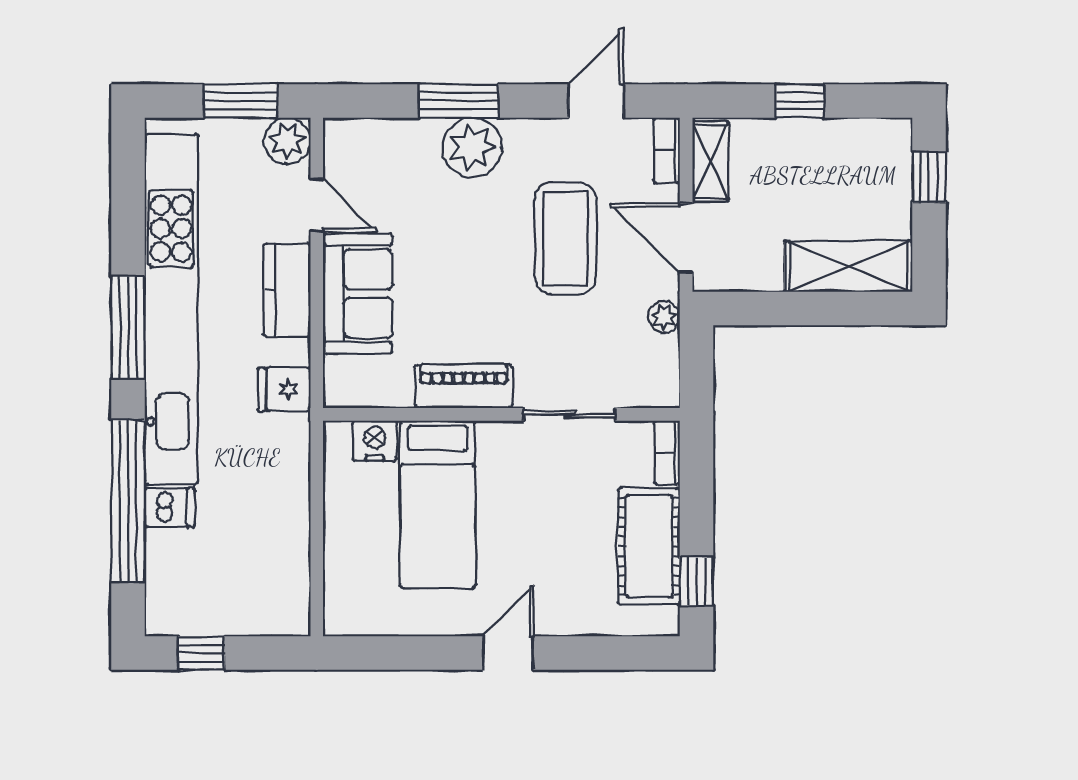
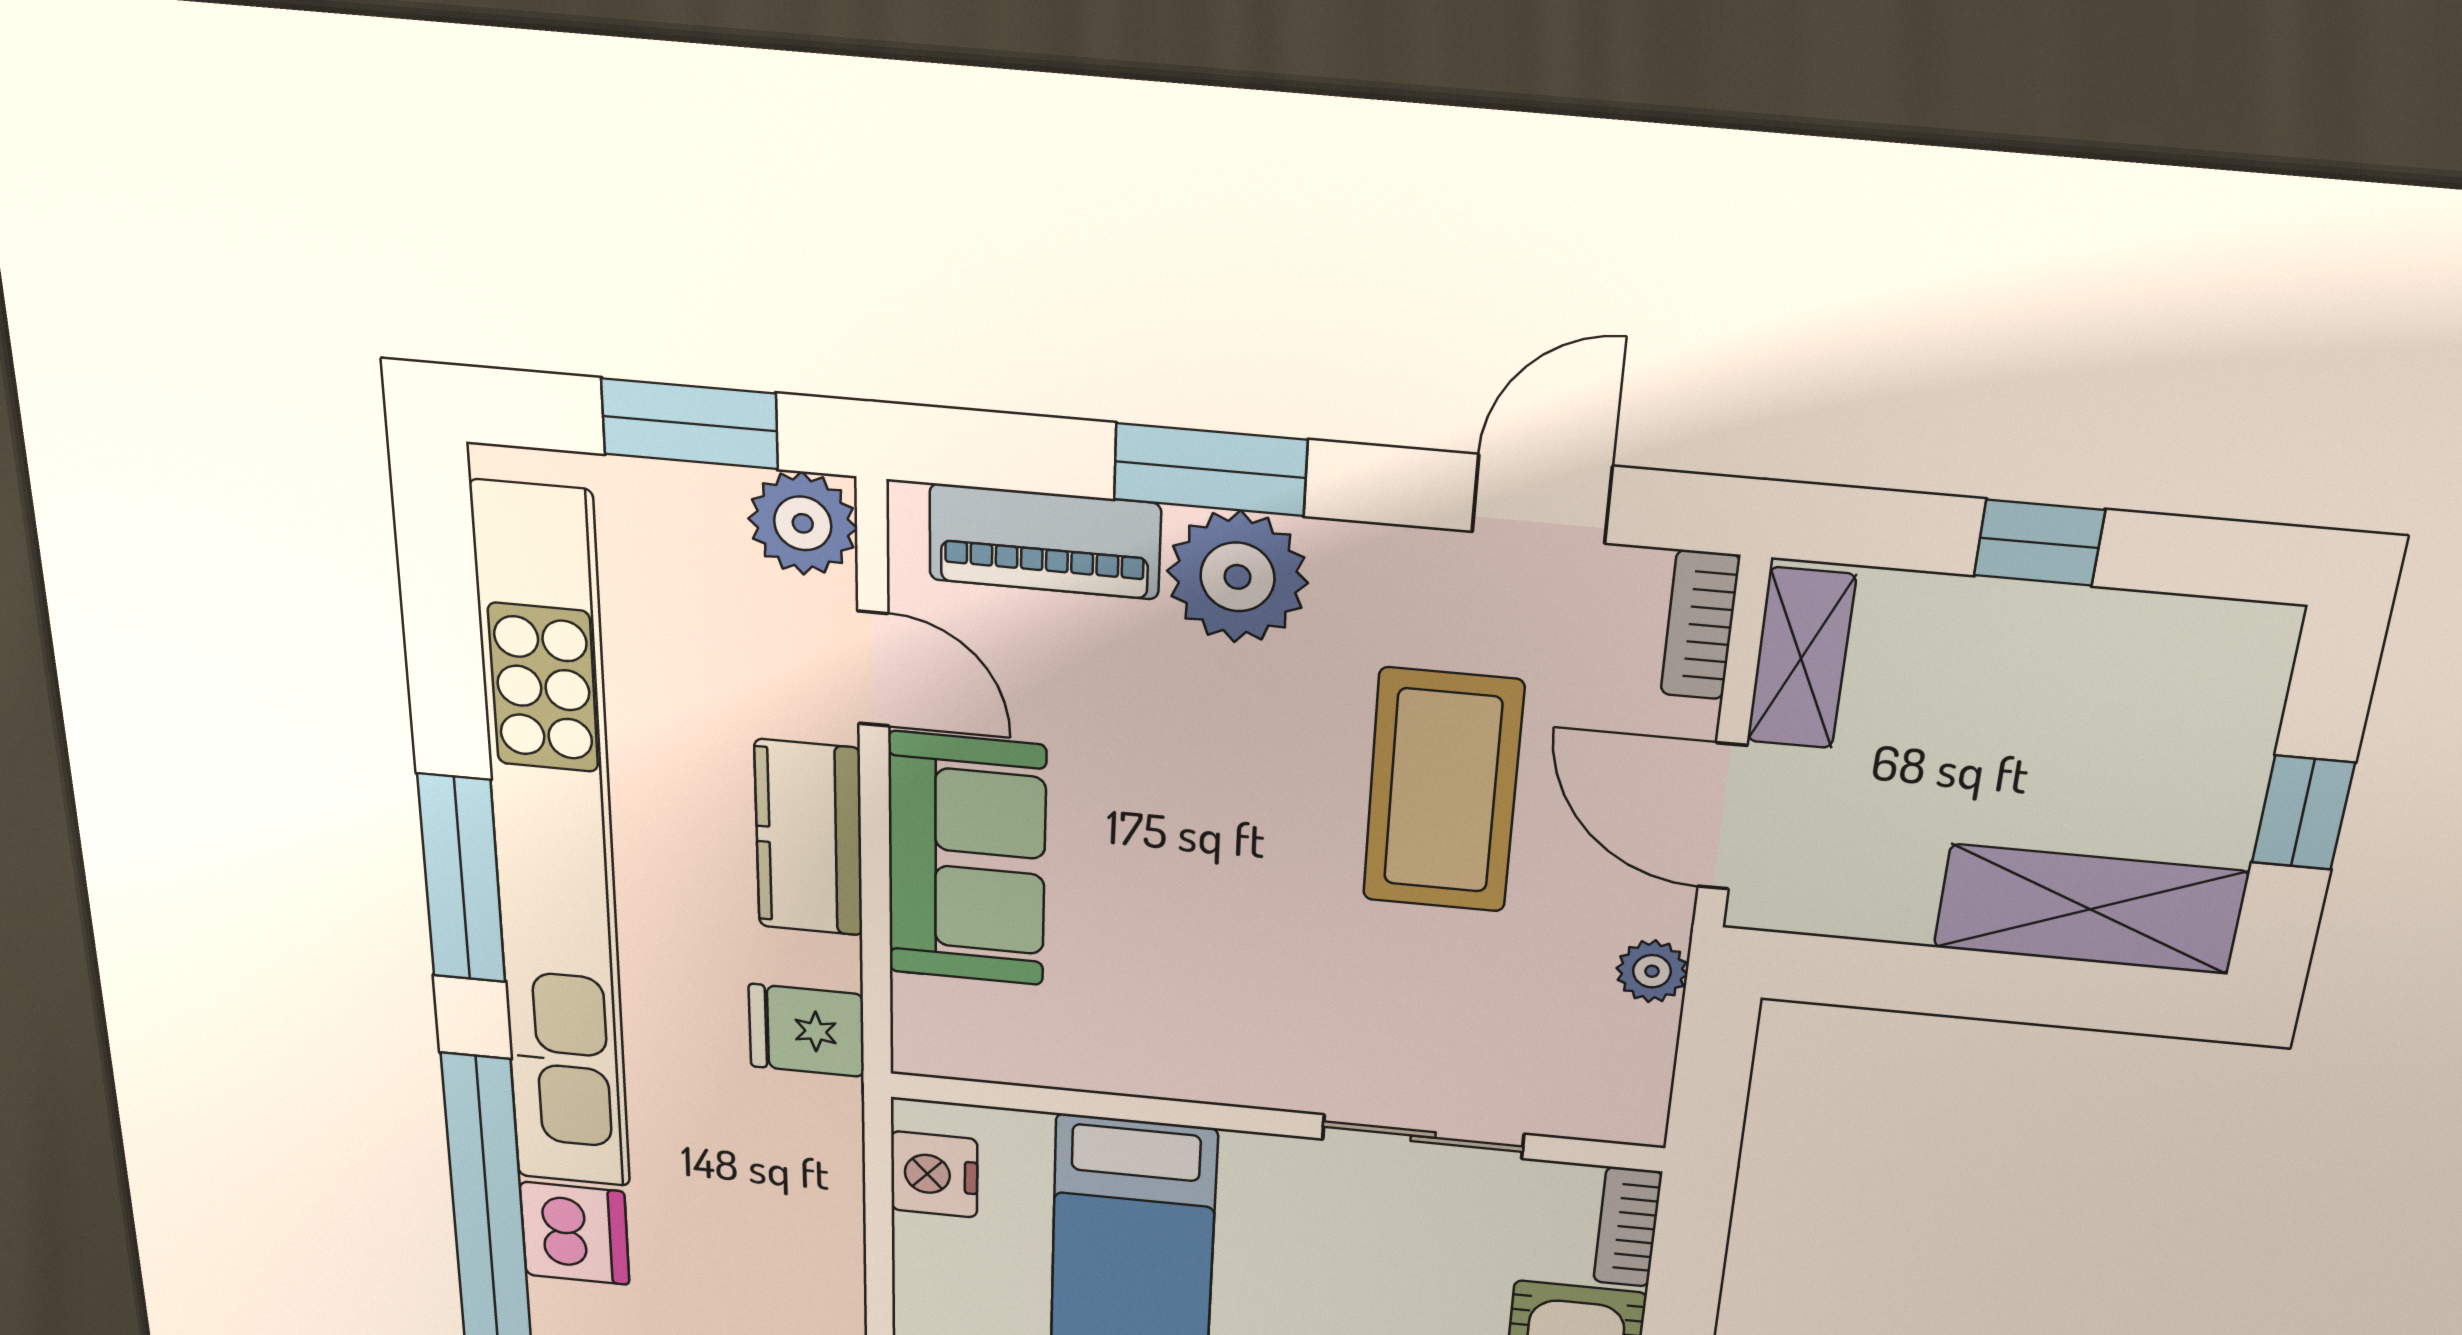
window: (929, 177) -> (2303, 813), moved
piano: (464, 386) -> (1045, 542), moved, turned 180
nightstand: (375, 441) -> (934, 1174), moved, turned -90
dishwasher: (170, 507) -> (575, 1233), width x1.38

